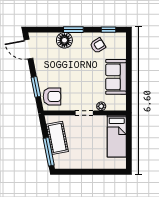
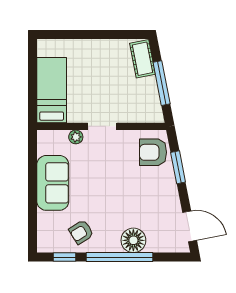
window: (73, 30) -> (119, 257), width x2.11
cot: (57, 138) -> (142, 59), moved, width x0.73, depth x0.75
window: (49, 152) -> (162, 83), moved

